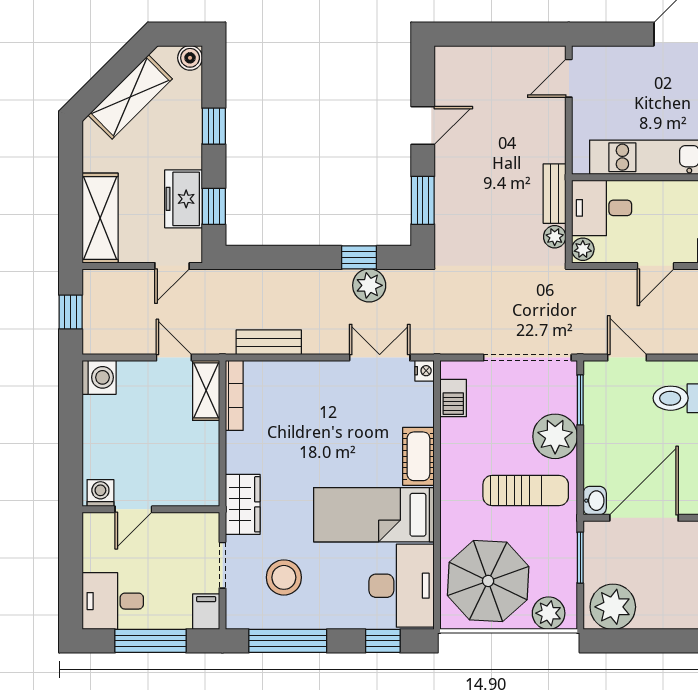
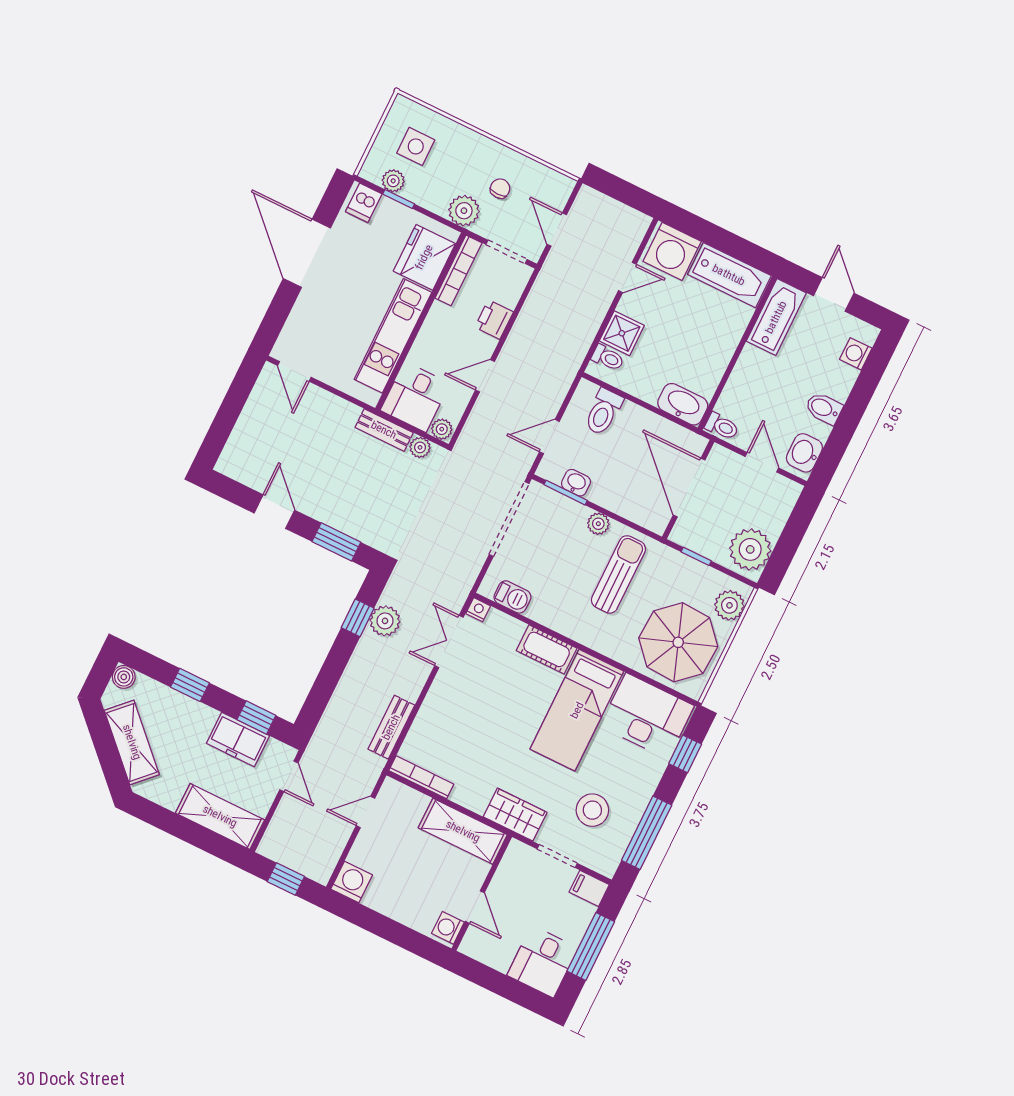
door: (655, 266) -> (485, 376), swing flipped
shelving: (206, 390) -> (463, 831), moved, width x1.50, depth x1.33
plant: (555, 436) -> (598, 524), width x0.53, depth x0.53
washbasin: (595, 501) -> (576, 483), moved
window: (580, 558) -> (696, 556), width x0.67

